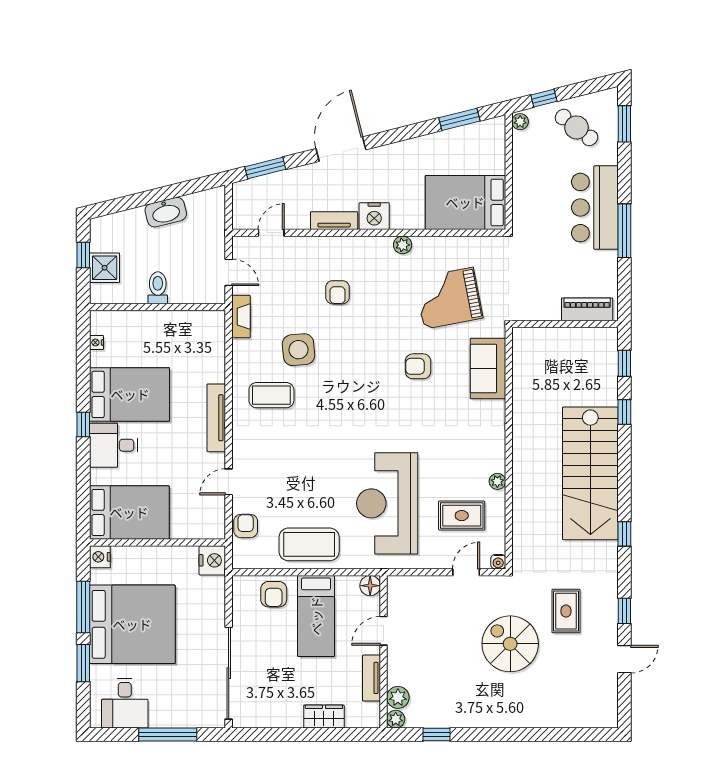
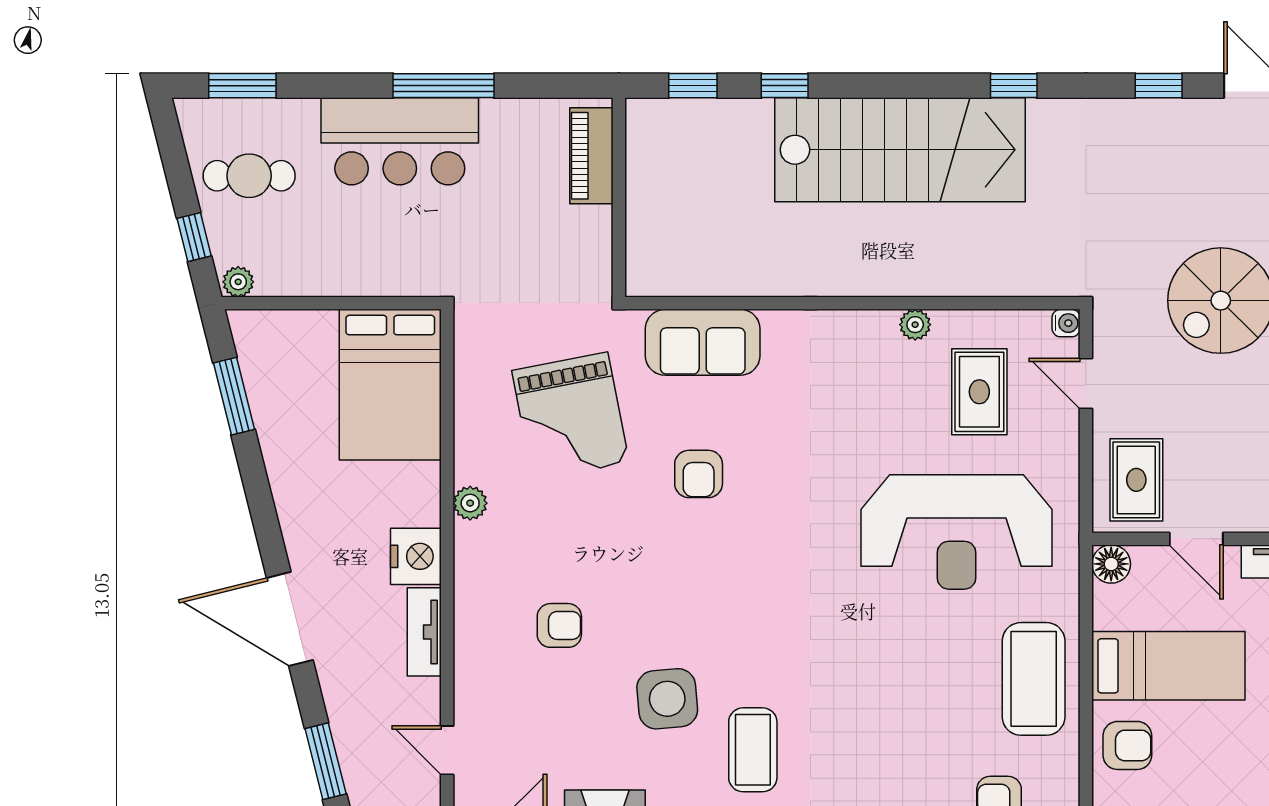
cafe table: (576, 127) -> (249, 176), turned 52
rug: (566, 611) -> (1136, 480), moved, turned 90

